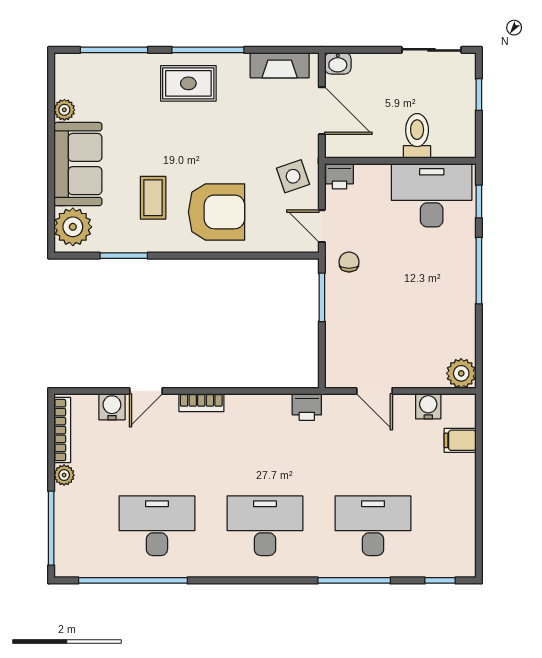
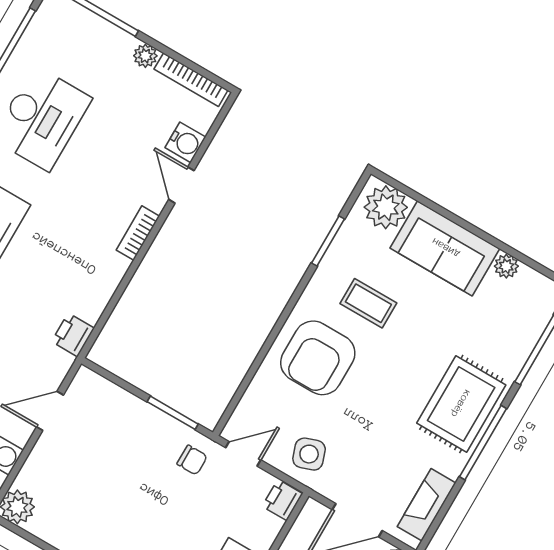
rug: (188, 83) -> (461, 404), width x1.36, depth x1.43

